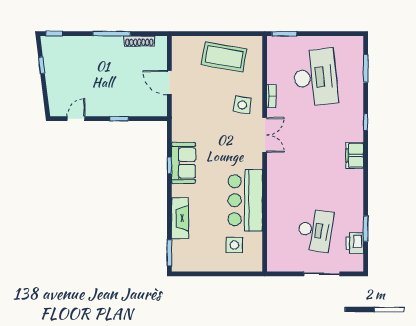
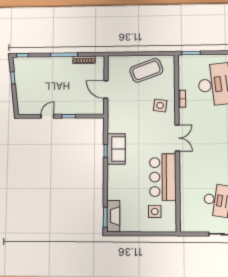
coffee table: (224, 57) -> (146, 70), turned -30
door: (76, 119) -> (47, 116), moved
double door: (265, 135) -> (177, 138), moved
fireplace: (180, 218) -> (113, 216), moved

